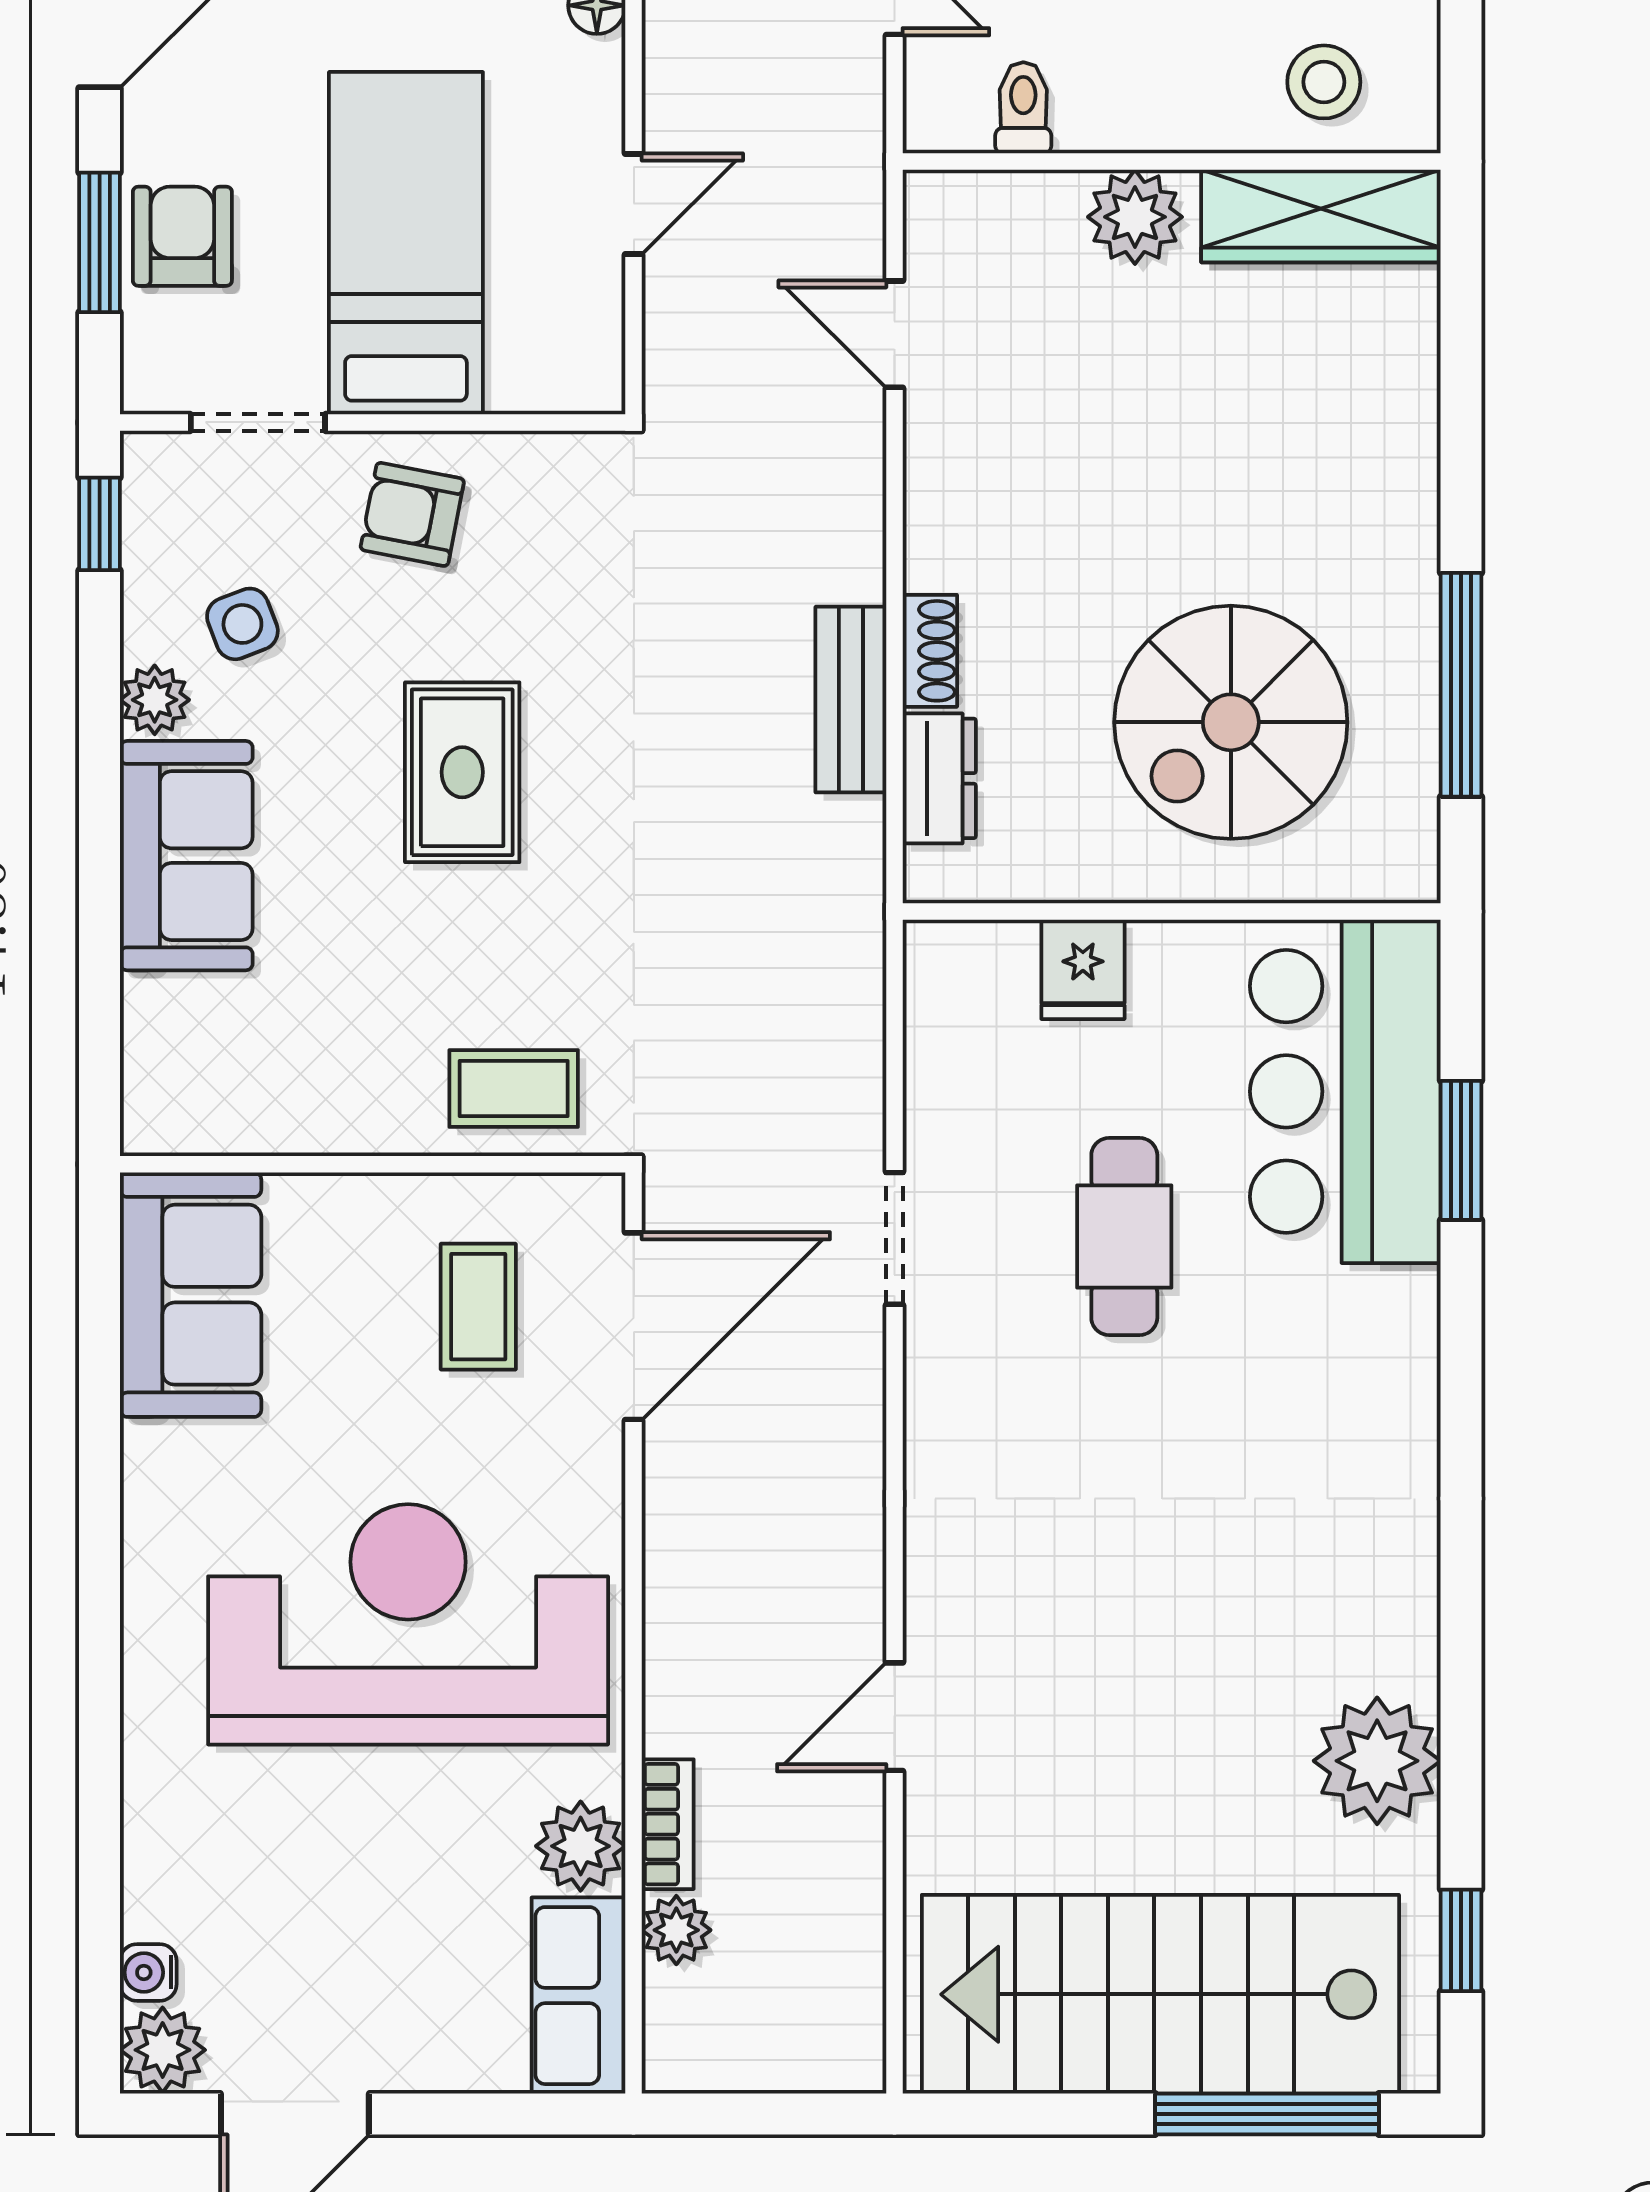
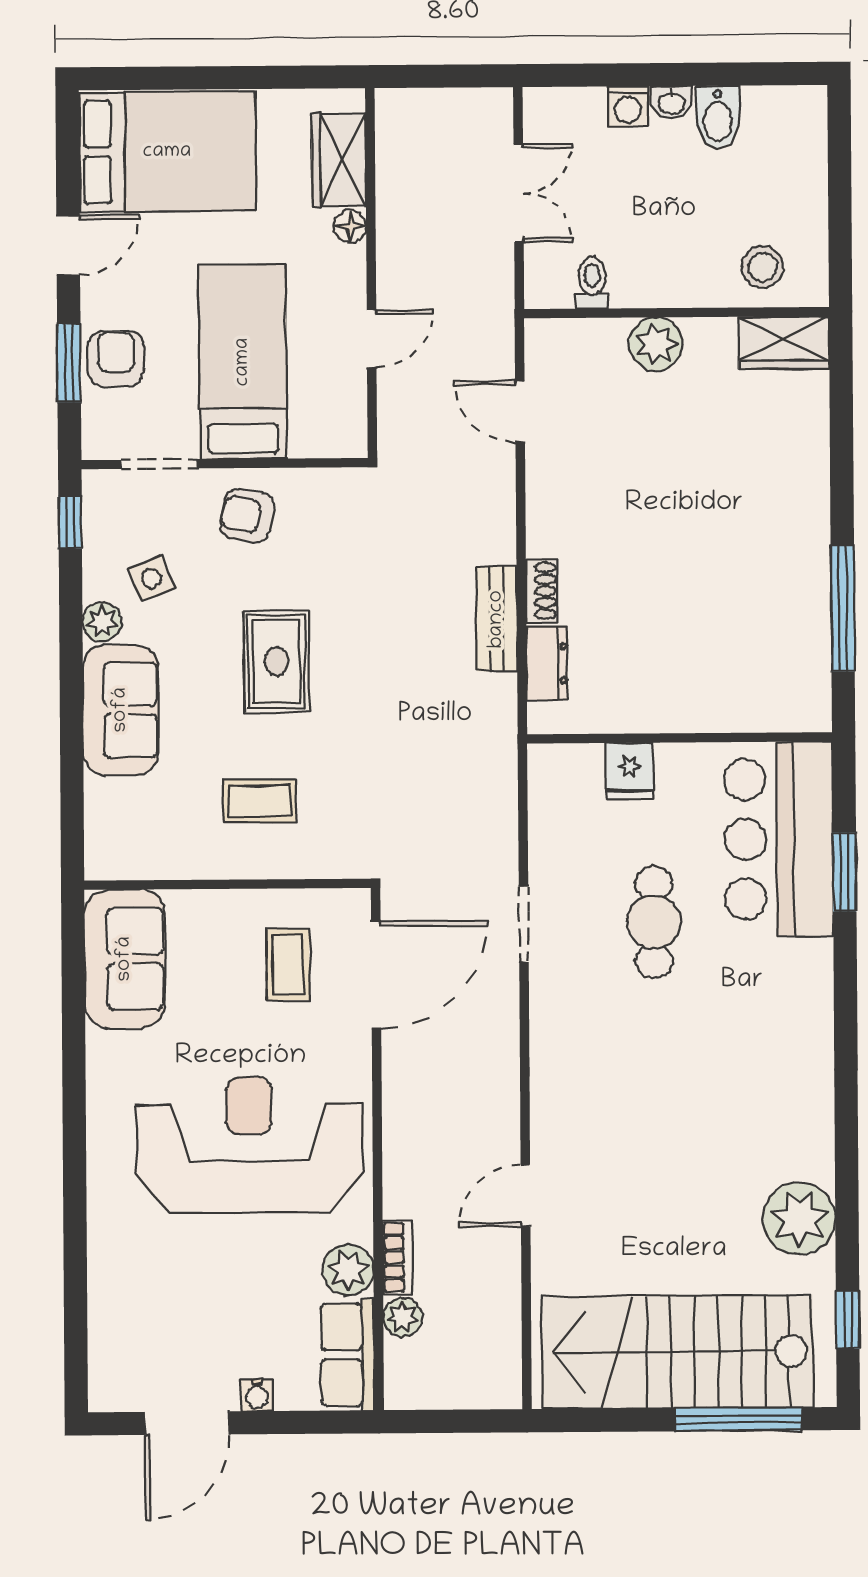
wardrobe: (1321, 216) -> (784, 343), width x0.67
spiral stairs: (1231, 722) -> (712, 630), removed
coffee table: (514, 1089) -> (260, 801), moved
water cooler: (148, 1972) -> (257, 1395), moved, turned -90
plant: (163, 2050) -> (112, 1387), removed

